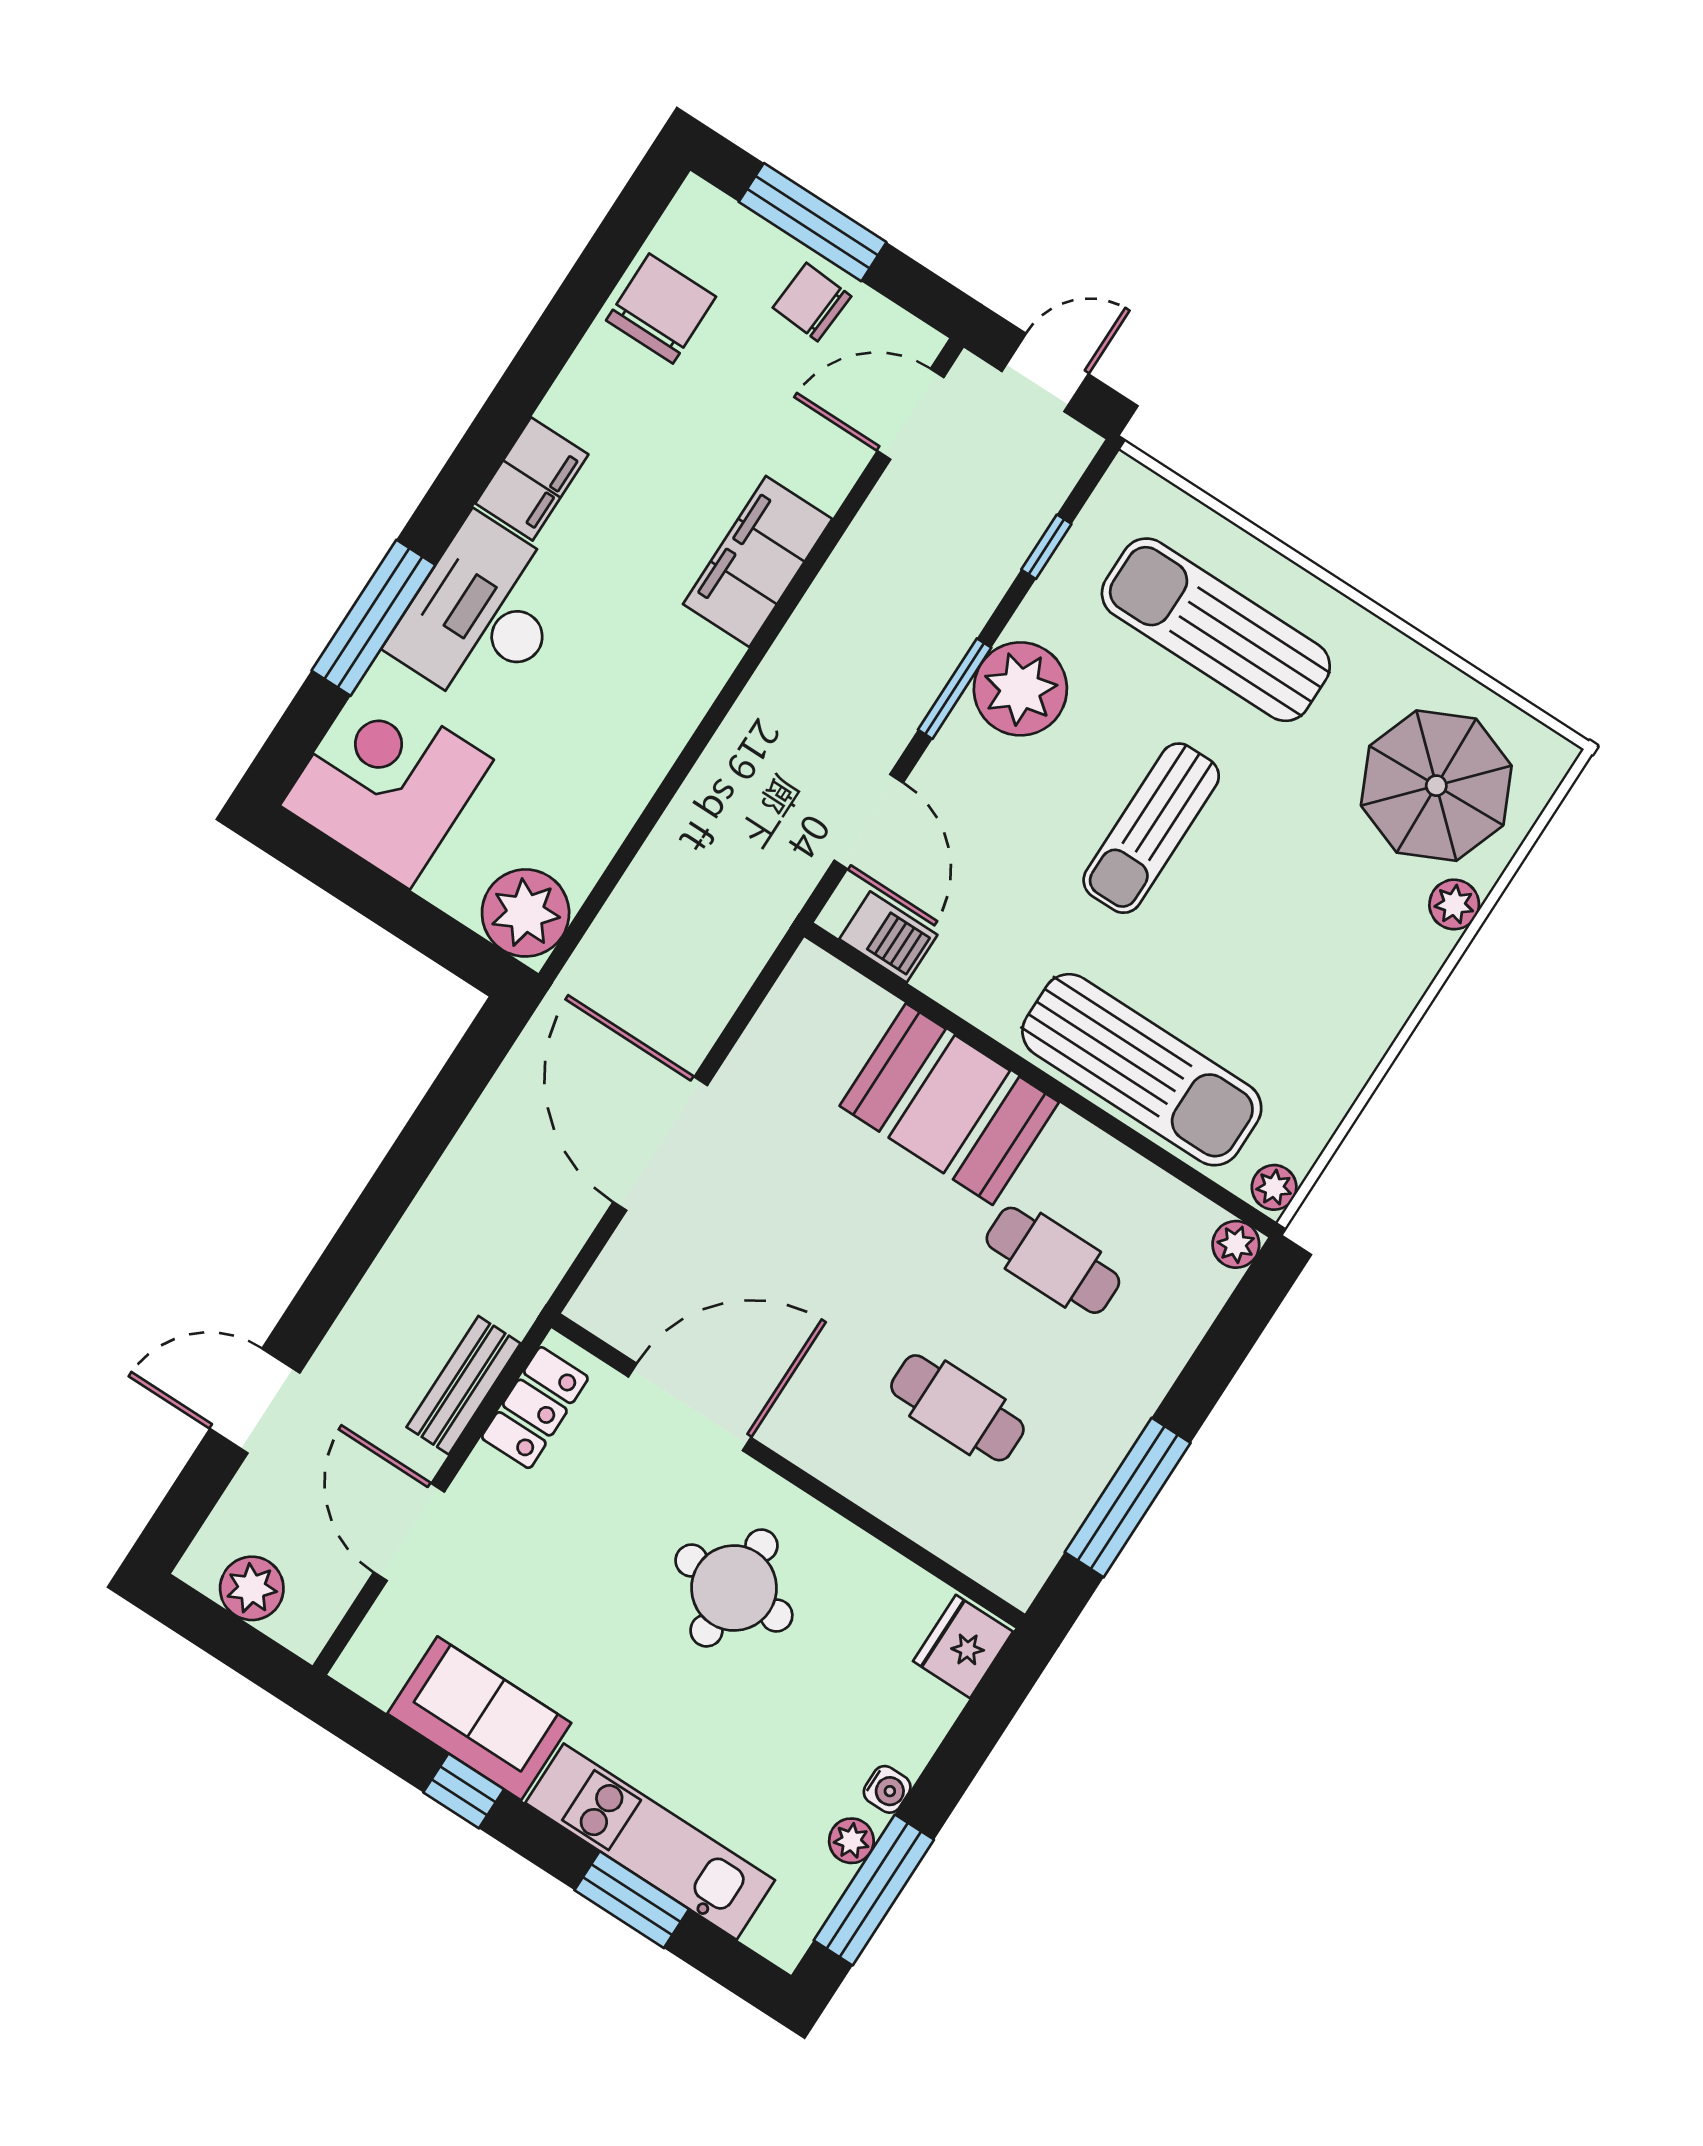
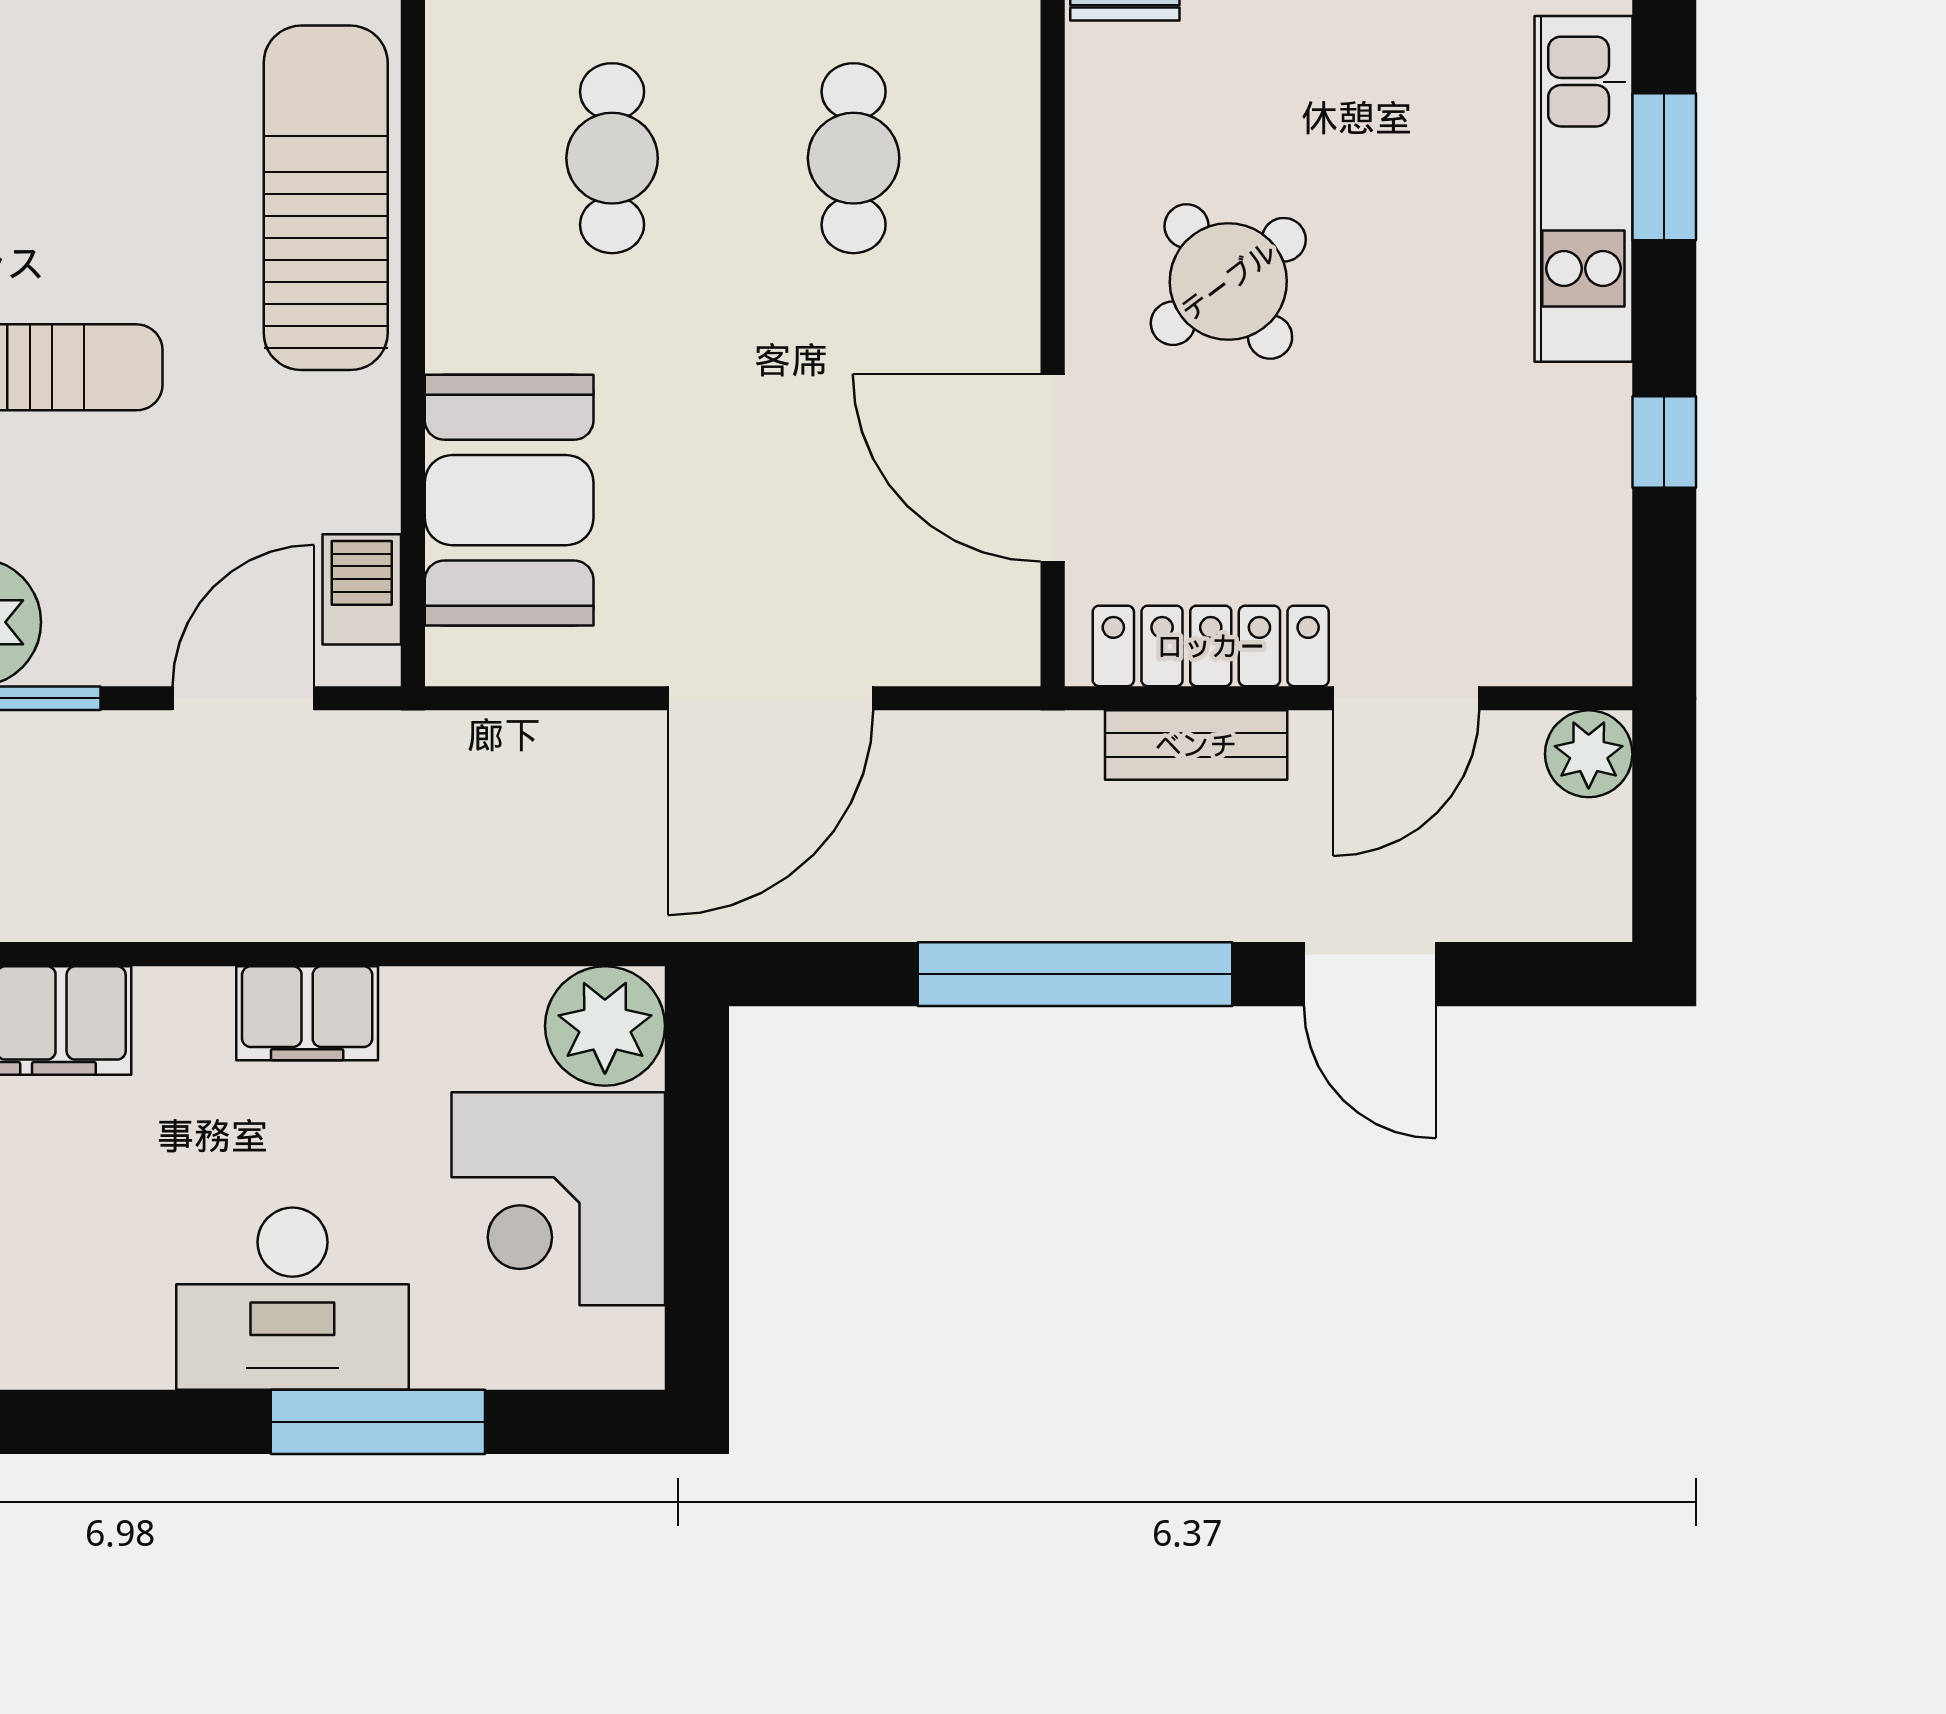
filing cabinet: (532, 479) -> (307, 1013), moved, turned 180
corner desk: (387, 783) -> (558, 1199), moved
booth: (949, 1104) -> (509, 500), moved
window: (371, 1221) -> (1075, 974), added
locker: (535, 1408) -> (1211, 646), width x1.53
plant: (252, 1588) -> (1589, 754), moved
round table: (734, 1588) -> (1228, 281), turned -37
sofa: (479, 1718) -> (1569, 478), removed

